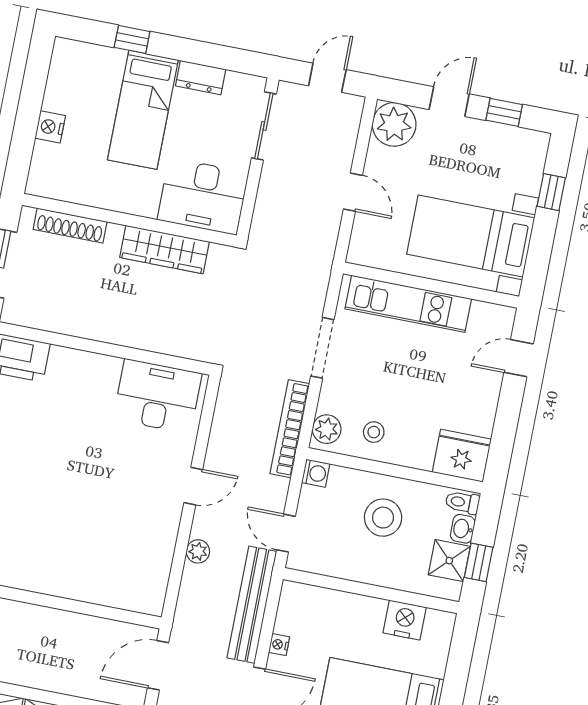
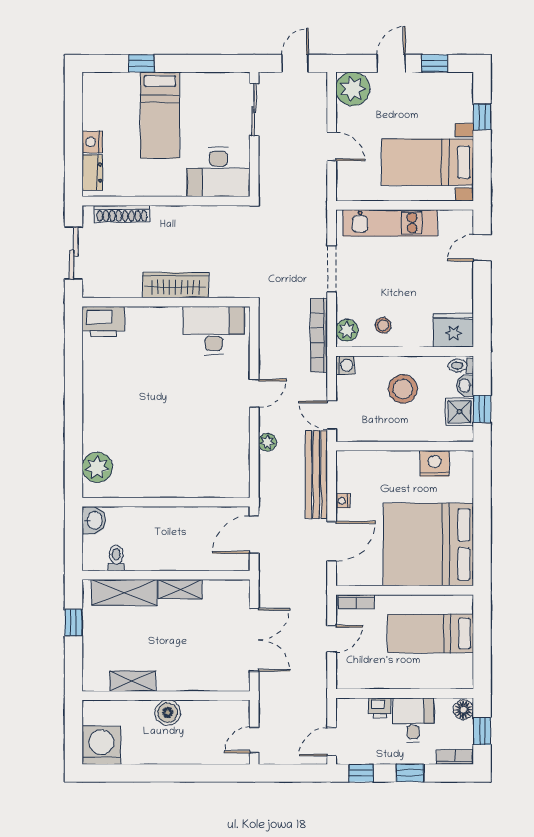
dresser: (201, 78) -> (92, 172), moved, turned -90
wardrobe: (165, 250) -> (176, 285), moved, turned 180

